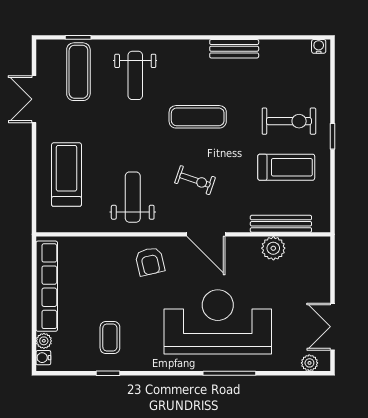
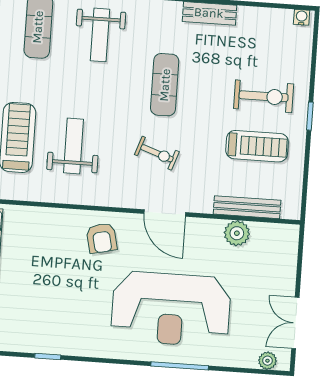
exercise mat: (198, 117) -> (165, 85), turned 90
weight bench: (133, 197) -> (74, 146), moved
reception desk: (218, 322) -> (171, 309), turned 180
coffee table: (110, 338) -> (52, 318), removed

